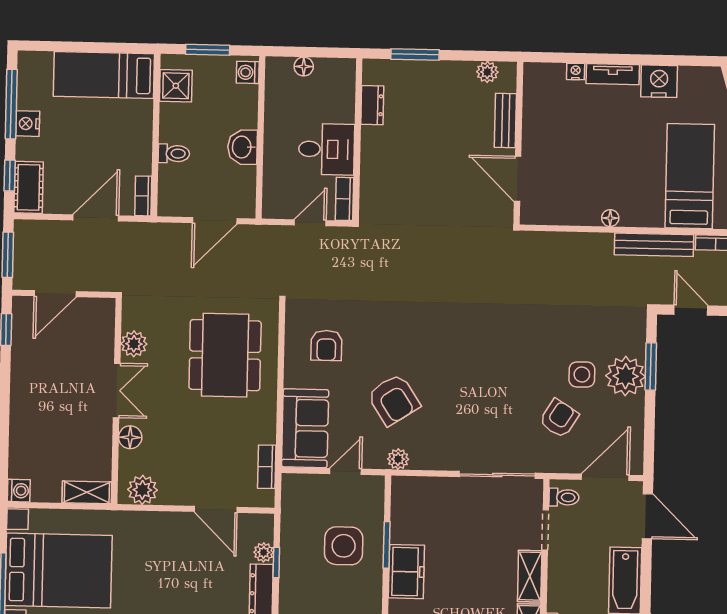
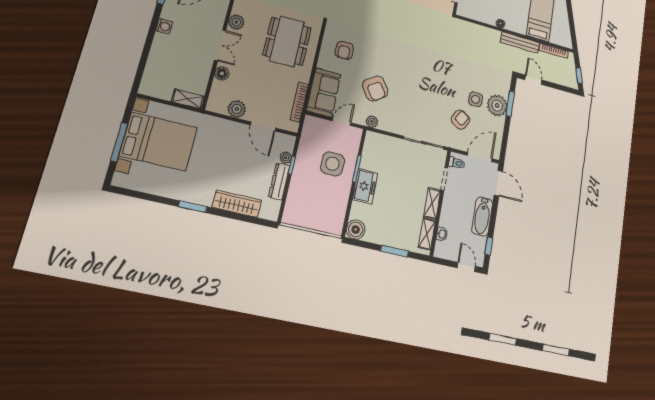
bookcase: (267, 467) -> (299, 102), width x1.56
plant: (142, 490) -> (237, 109), moved
washing machine: (19, 491) -> (164, 26), moved

